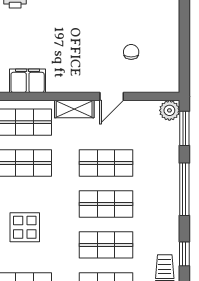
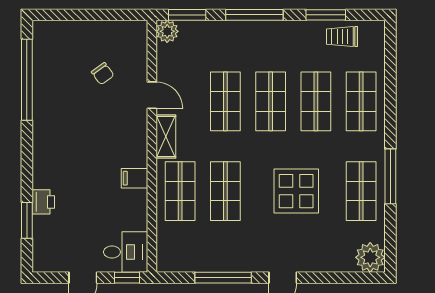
chair: (131, 52) -> (103, 74), turned -126
filing cabinet: (28, 81) -> (134, 178), width x0.50
display table: (25, 227) -> (296, 191), width x1.36, depth x1.36
window: (184, 254) -> (326, 15), width x1.50

